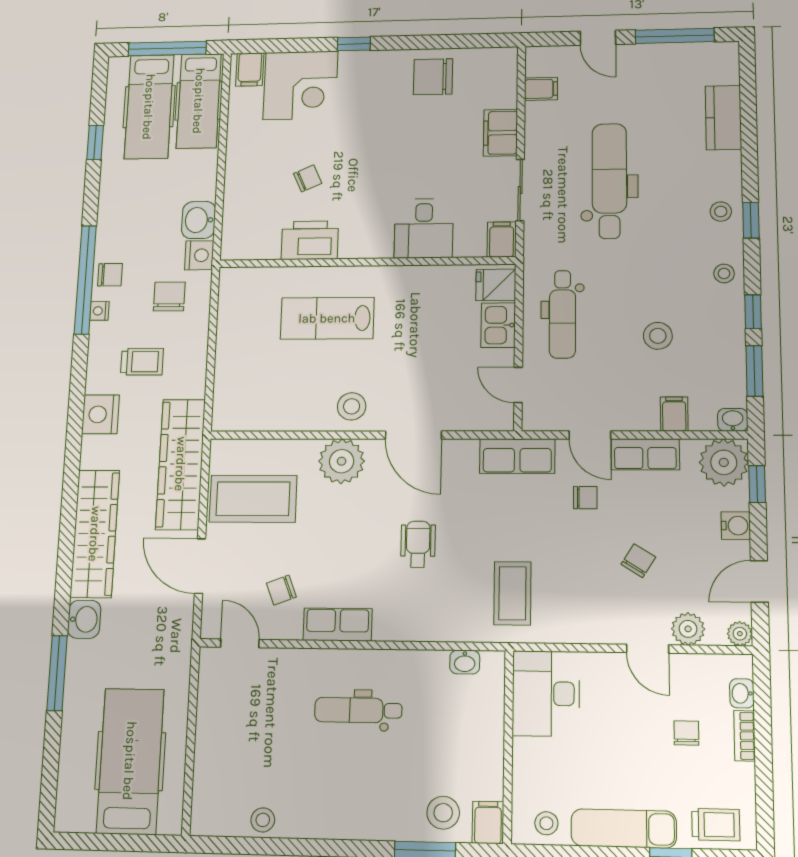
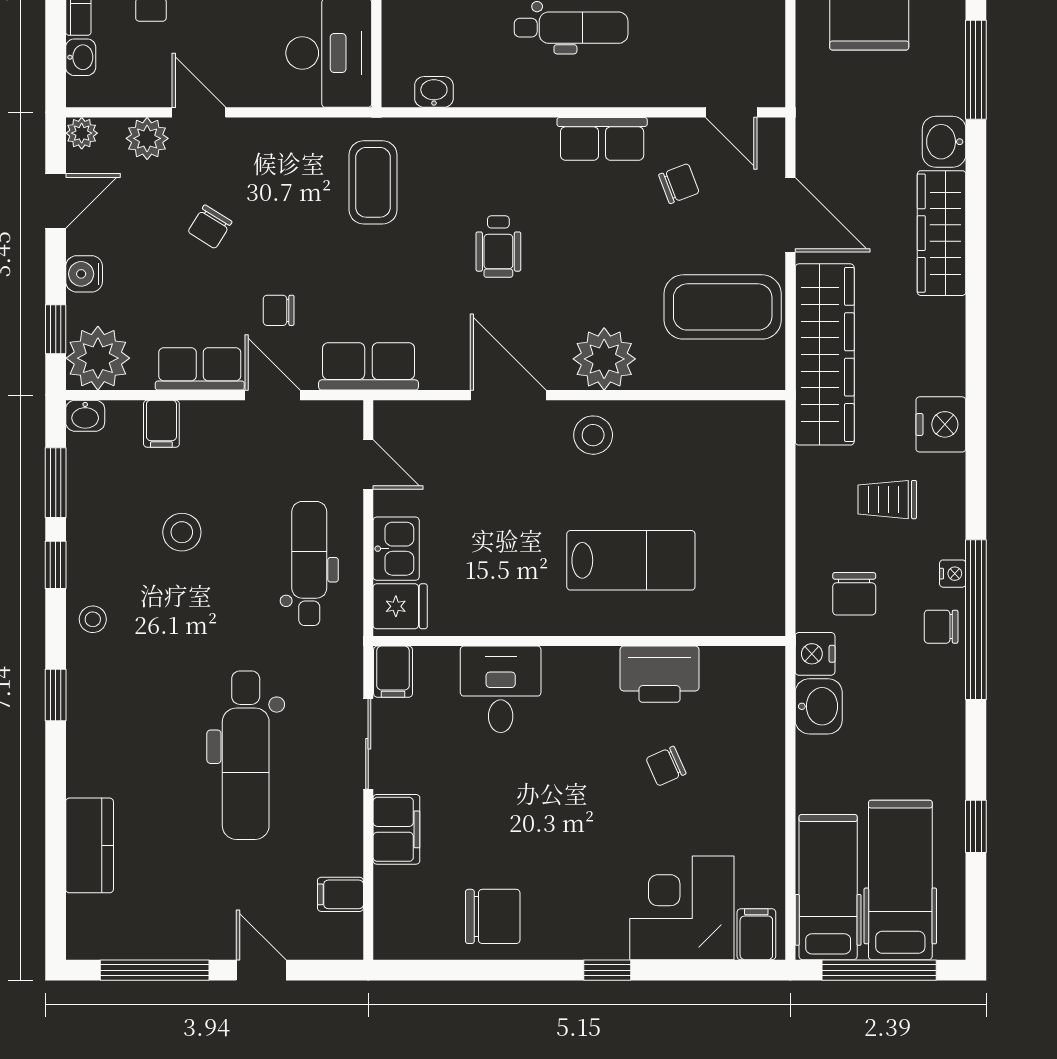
stool: (721, 212) -> (96, 708), removed
wardrobe: (95, 534) -> (942, 233), width x0.71, depth x0.85

